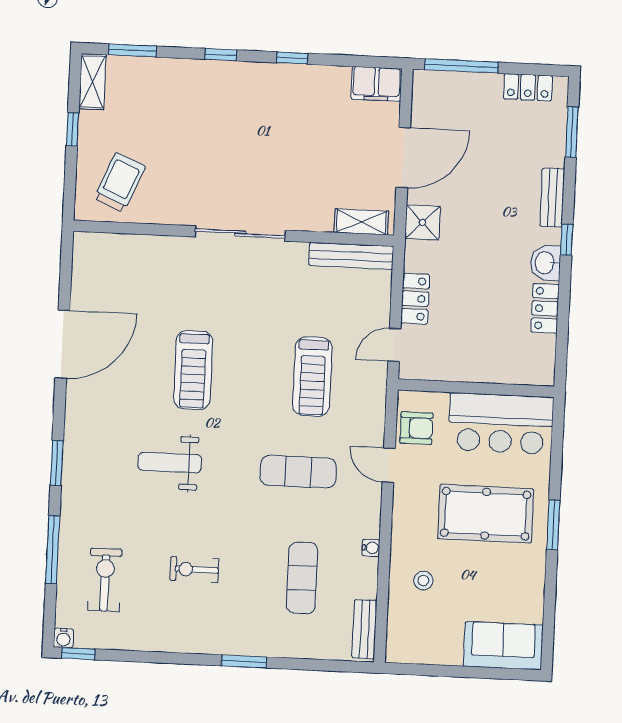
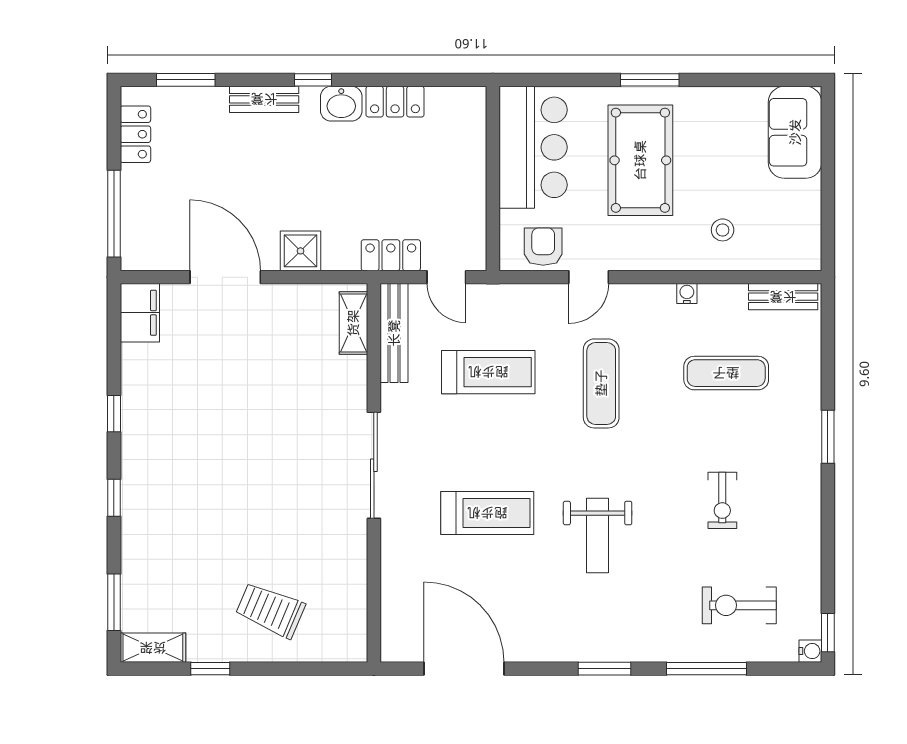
shelving: (361, 222) -> (353, 323), moved
wall: (234, 233) -> (374, 473), moved
sliding door: (240, 234) -> (374, 465), moved
bench: (351, 256) -> (394, 333), moved

